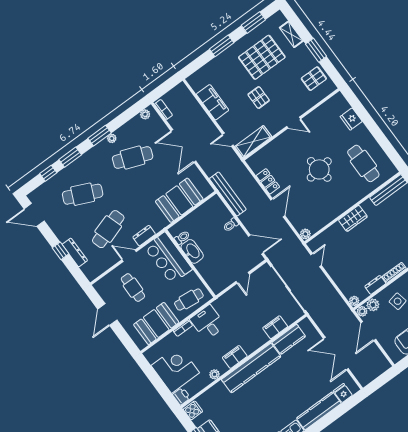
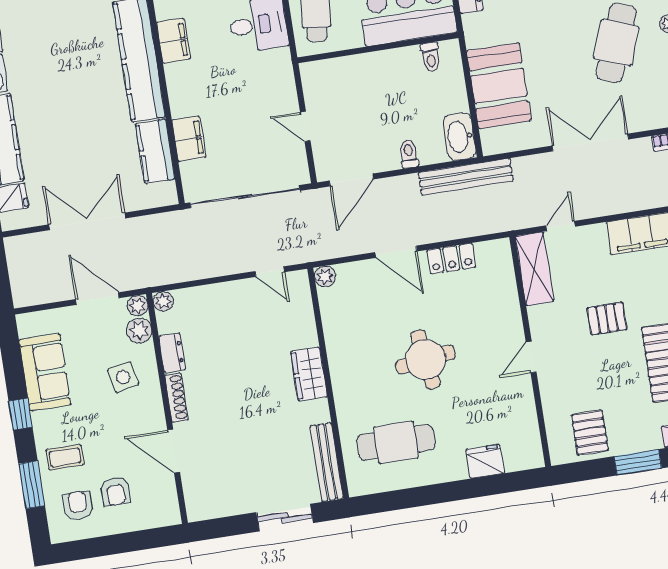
washbasin: (192, 251) -> (460, 137), moved, turned 90

